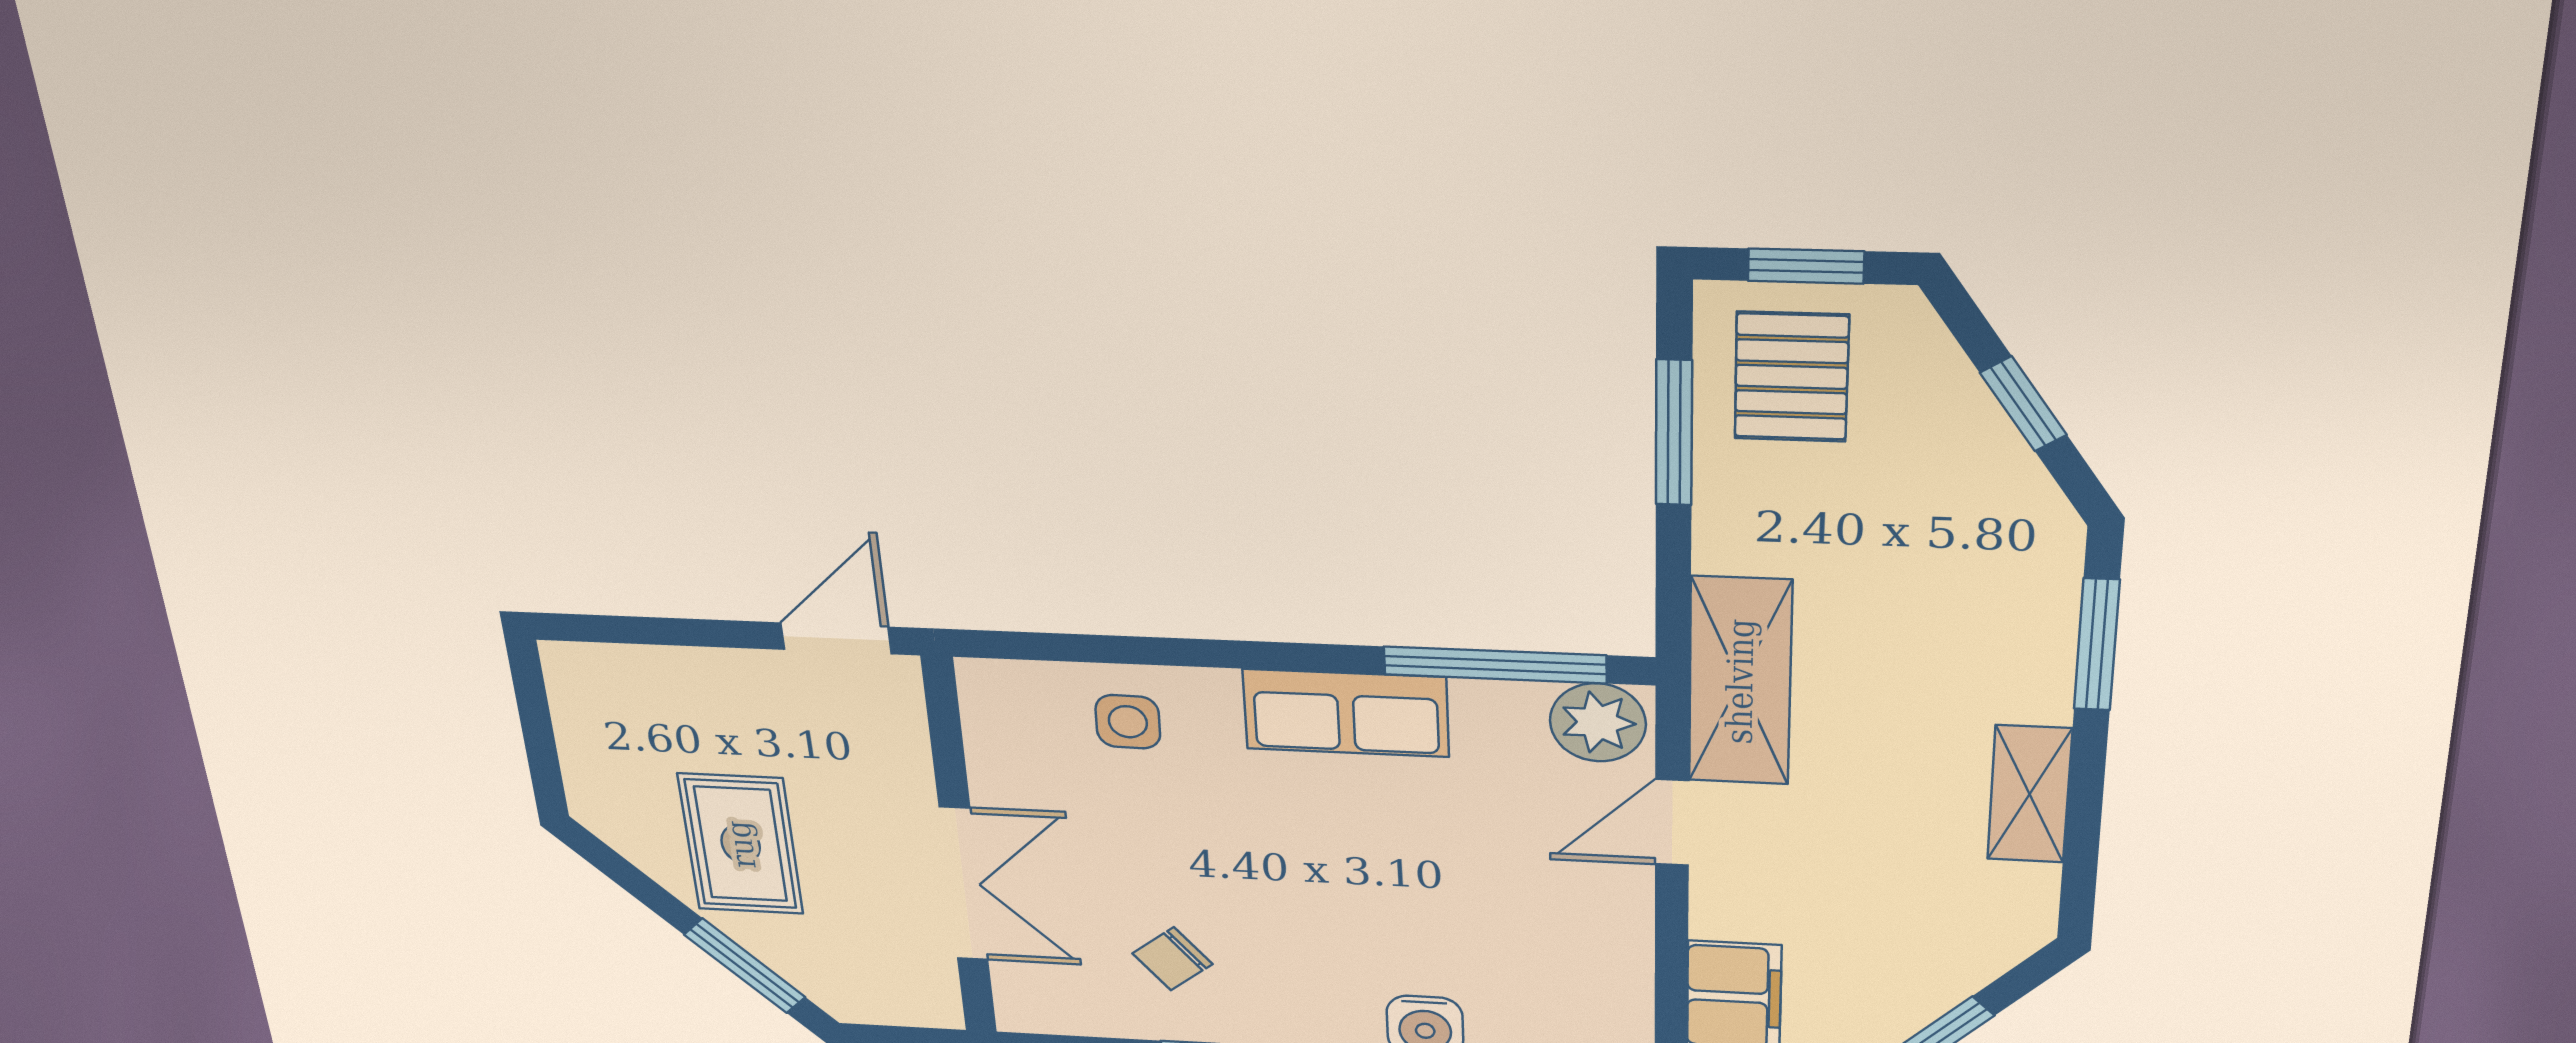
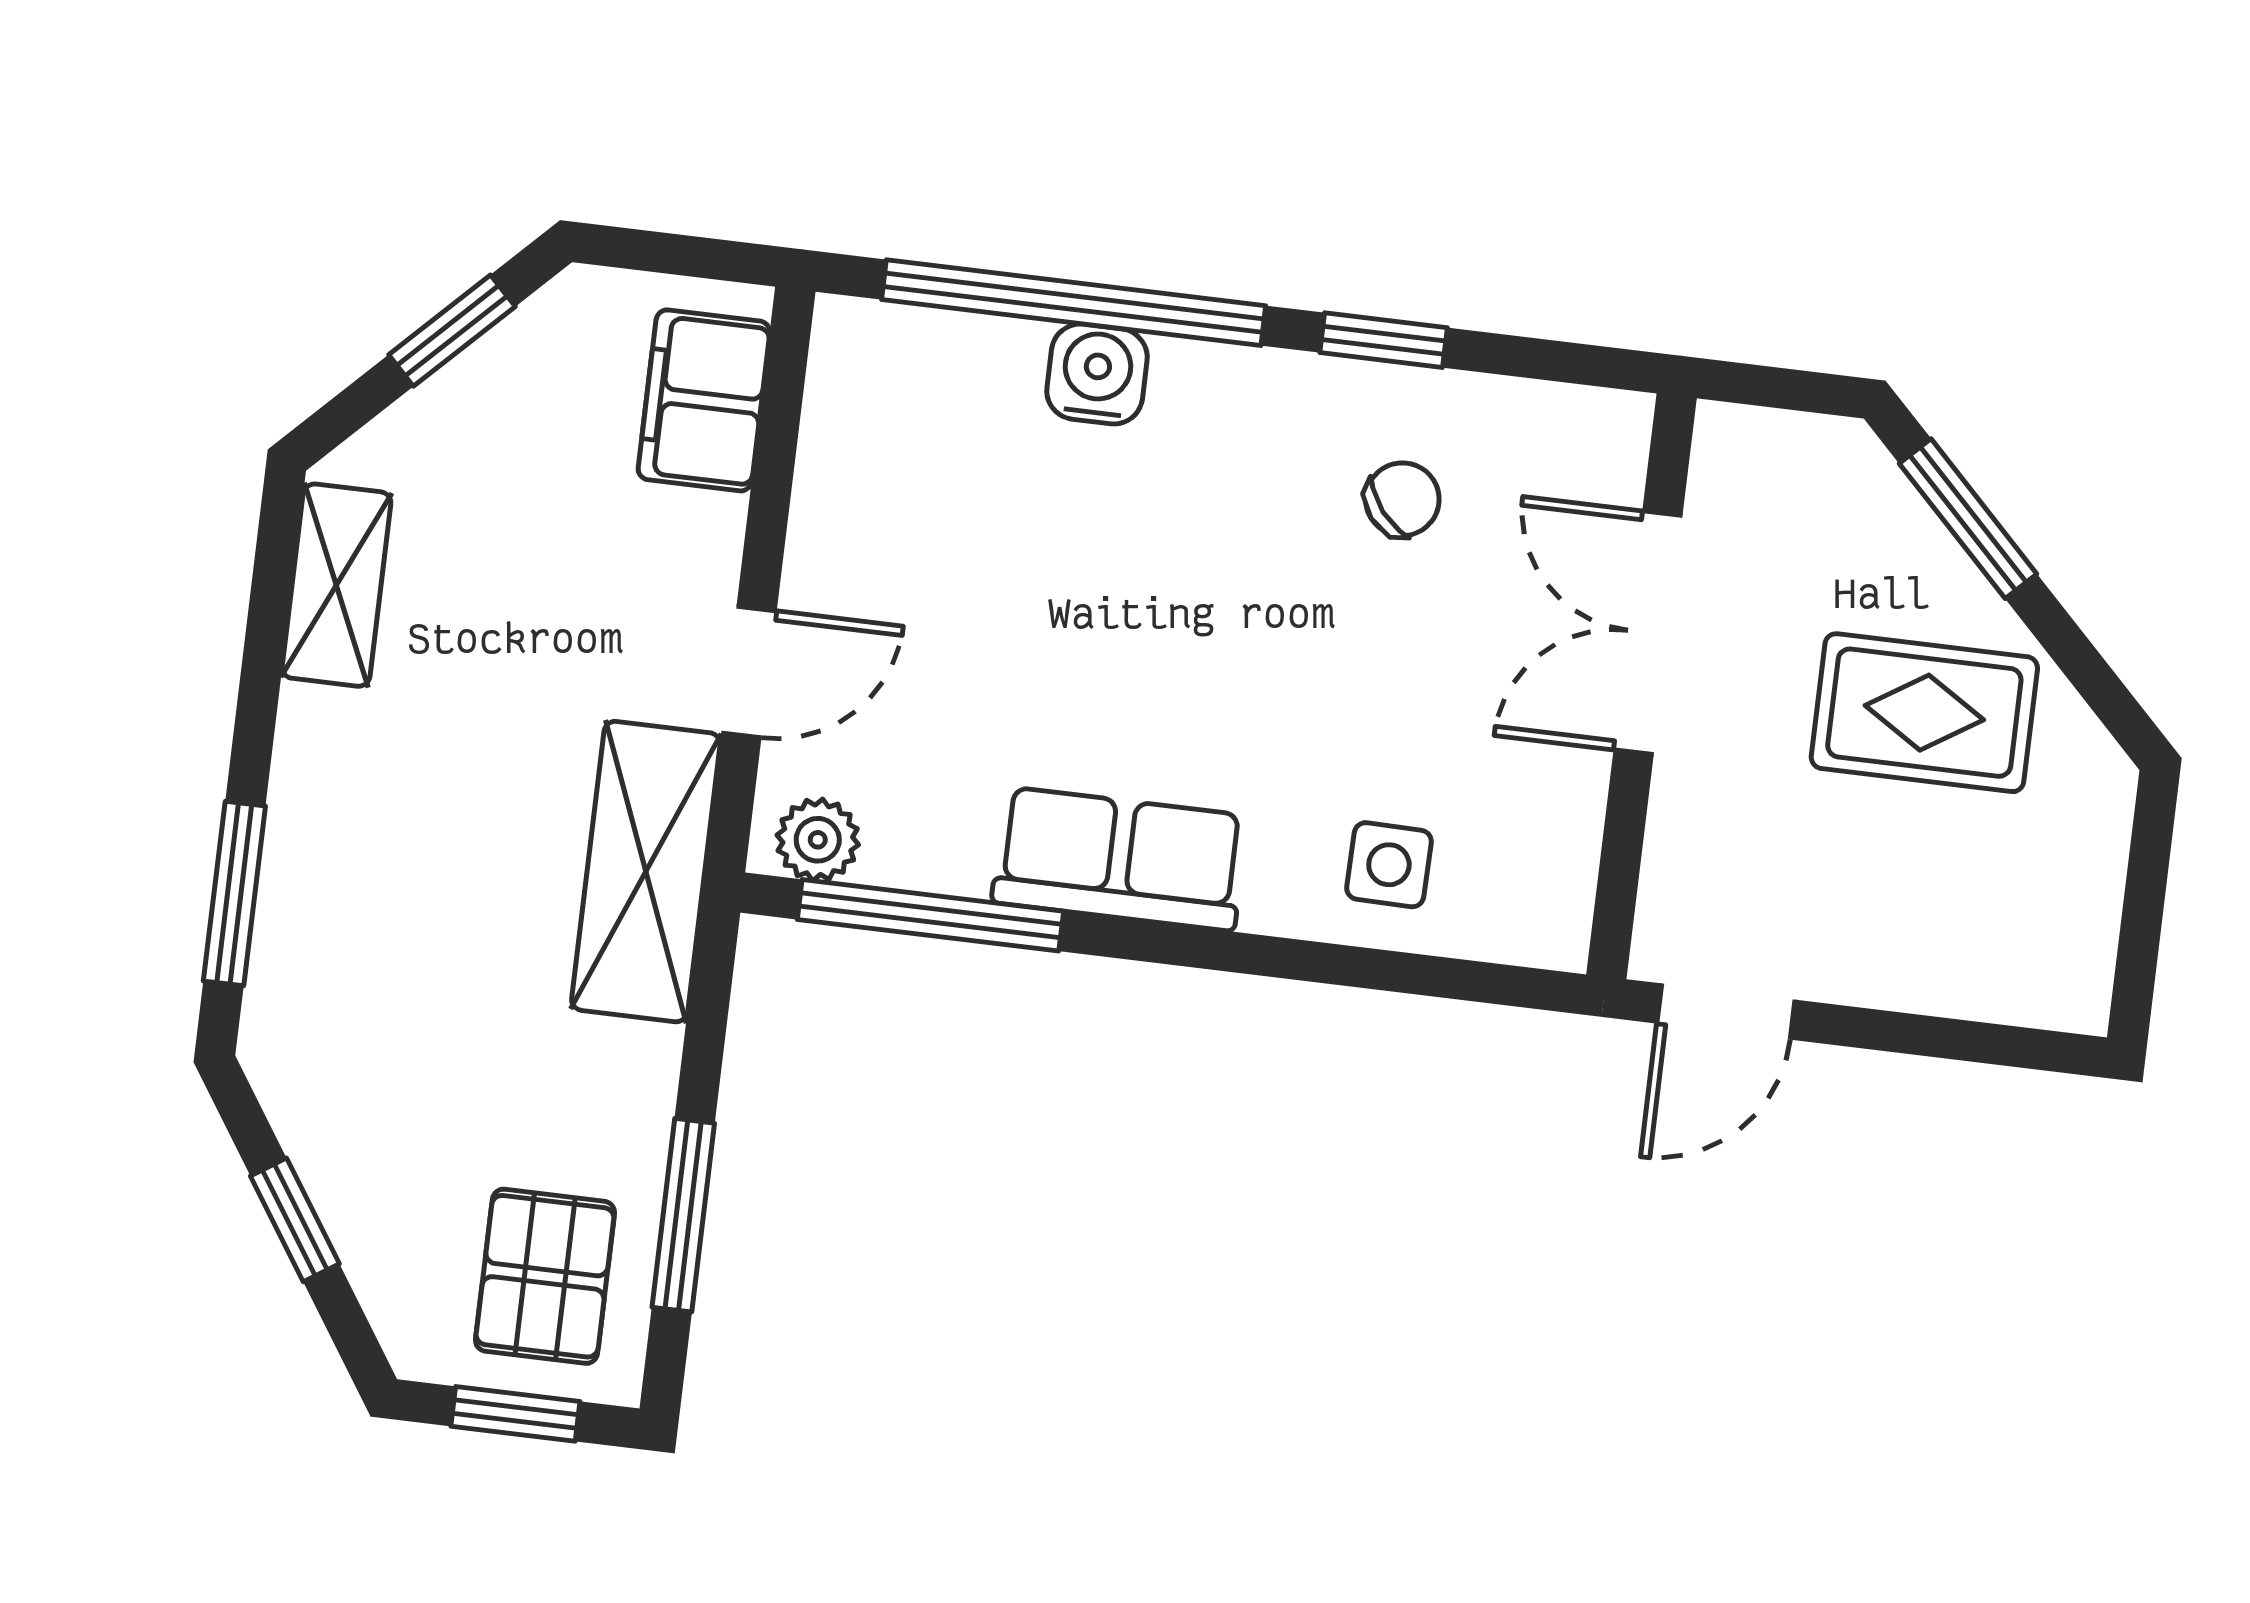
plant: (1598, 722) -> (818, 840), width x0.73, depth x0.73
shelving: (2030, 794) -> (336, 585), moved
rug: (741, 844) -> (1924, 713), turned 90

